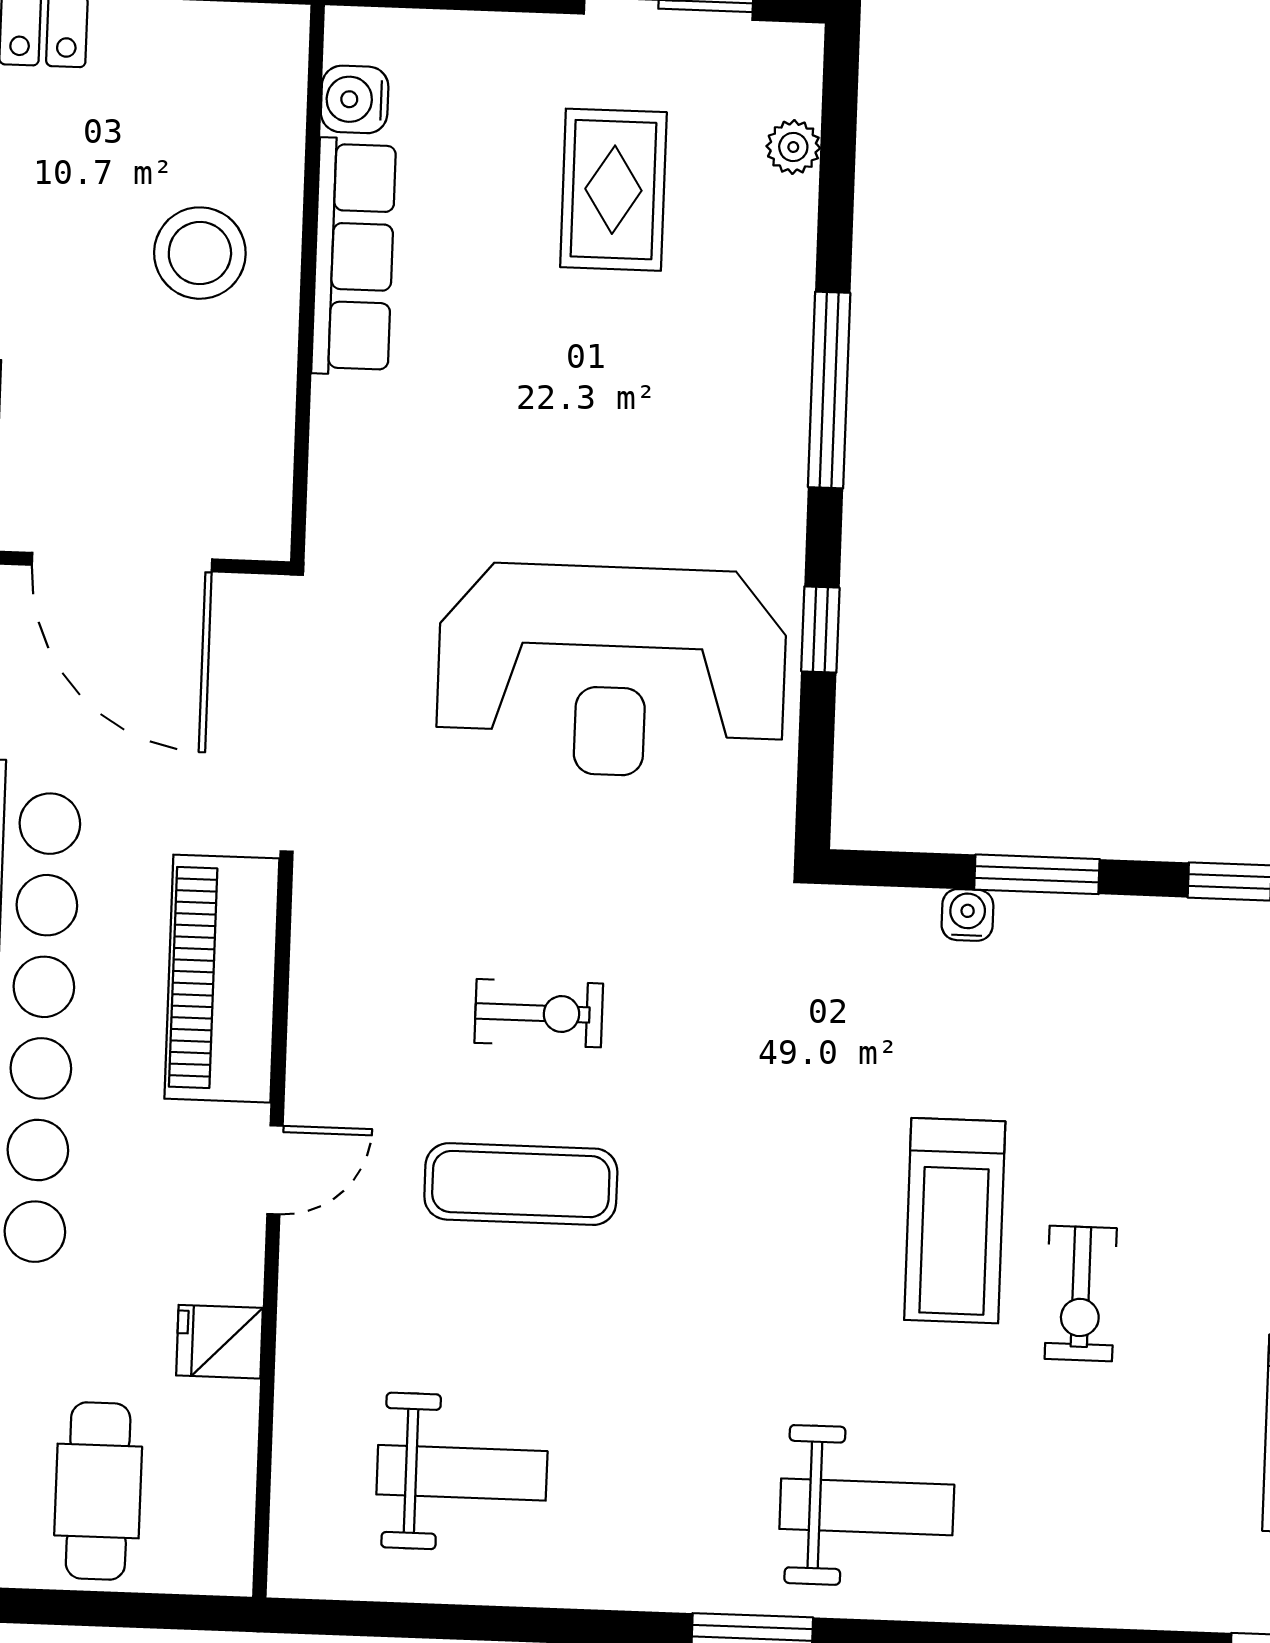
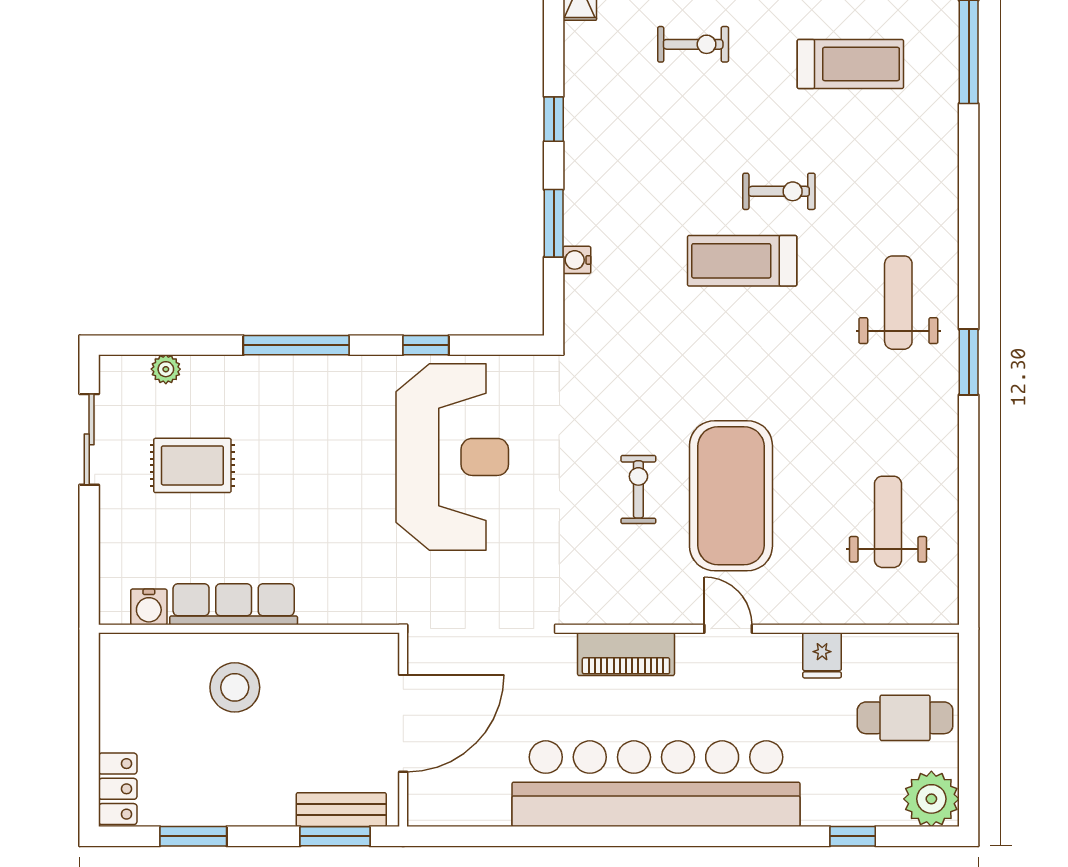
piano: (222, 979) -> (626, 654), width x0.73, depth x0.75
exercise mat: (521, 1184) -> (731, 496), width x2.00, depth x1.45
treadmill: (955, 1221) -> (742, 261), turned 180

